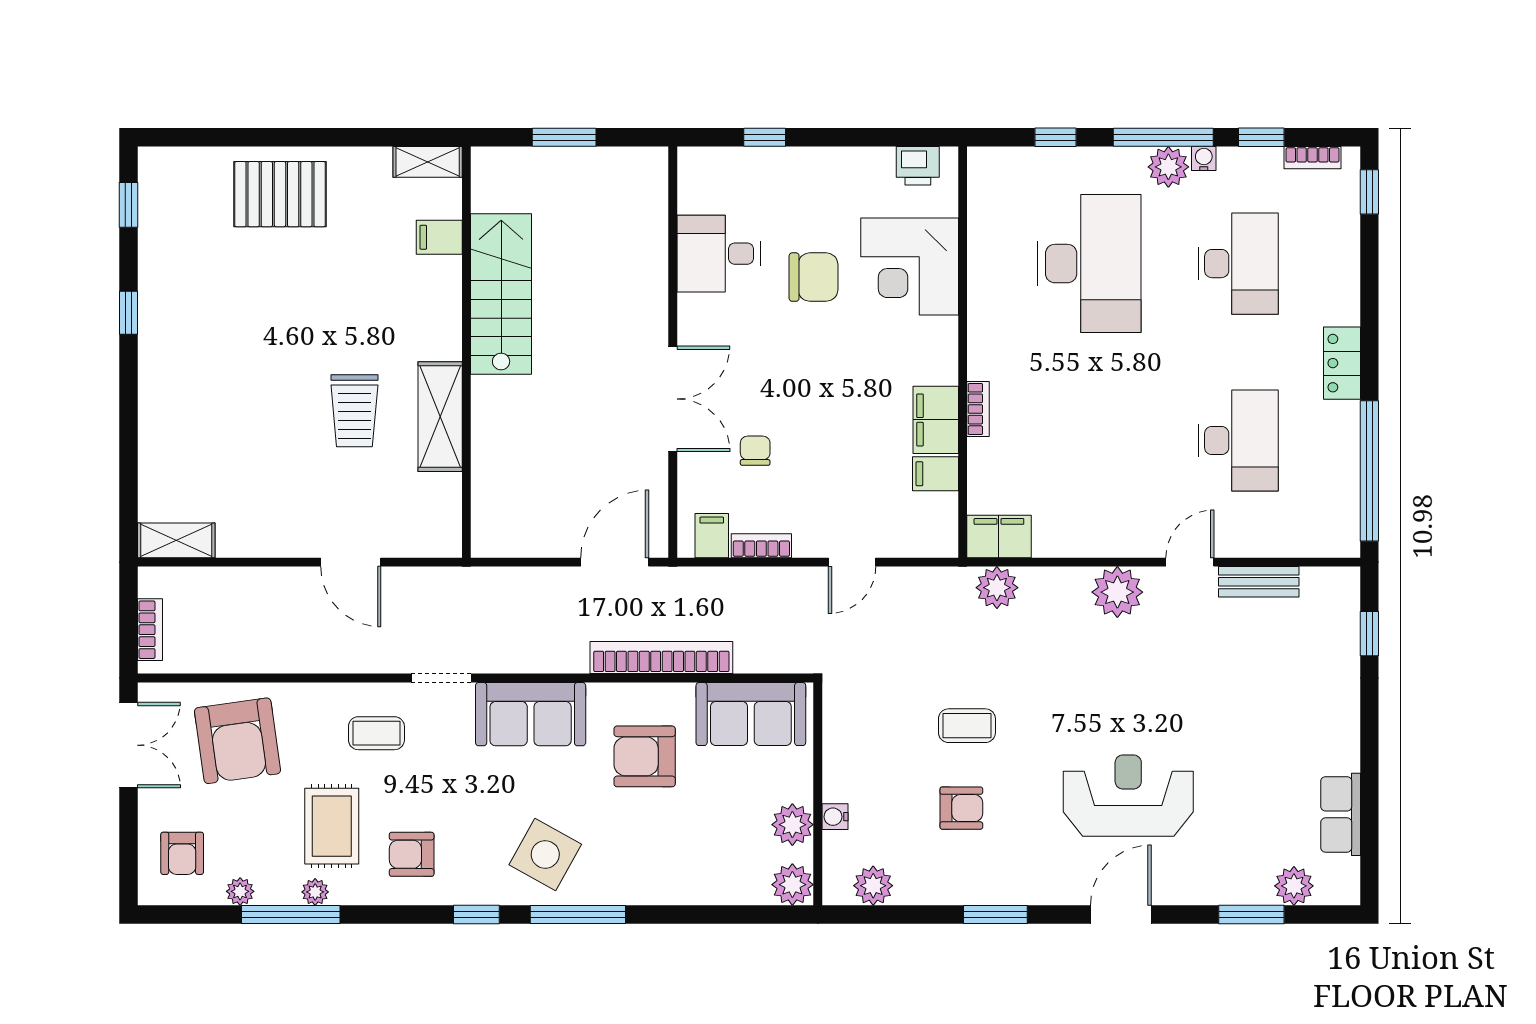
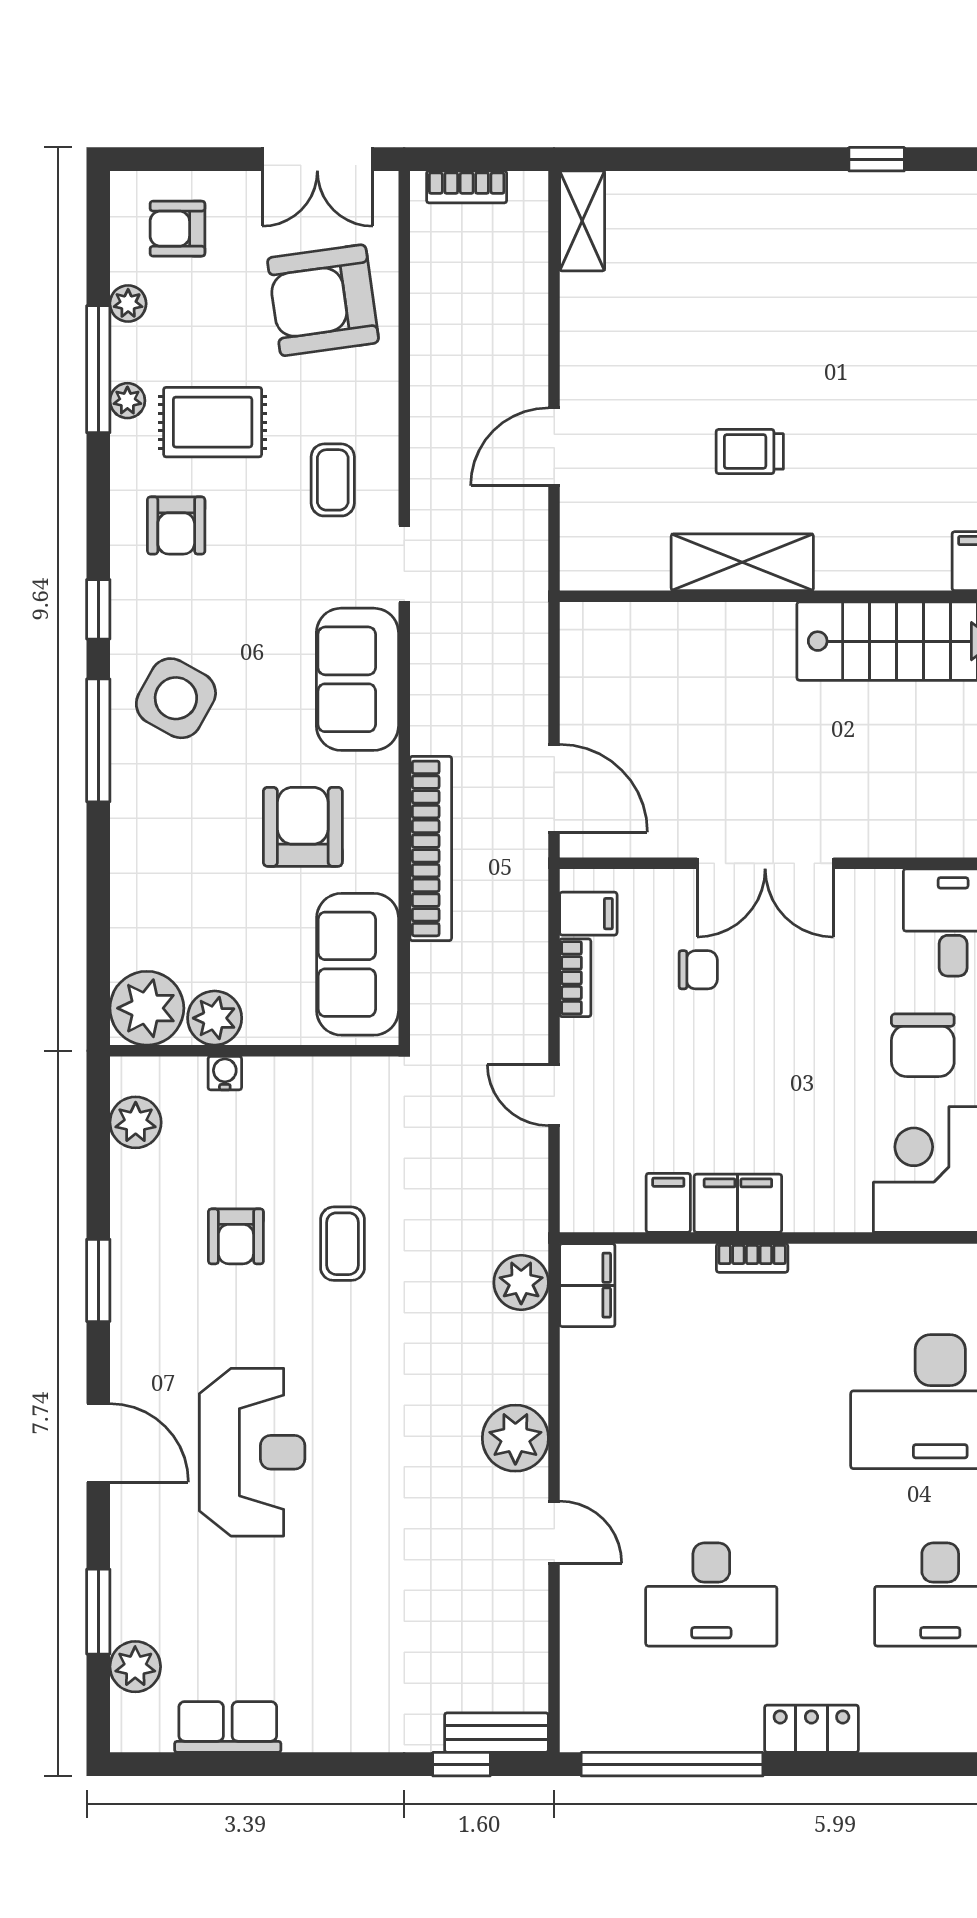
trolley: (354, 411) -> (750, 451), width x0.73, depth x0.72
bench: (1259, 582) -> (496, 1733), moved, turned 90
armchair: (412, 854) -> (176, 525), turned 180
plant: (792, 885) -> (147, 1008), width x1.36, depth x1.36

